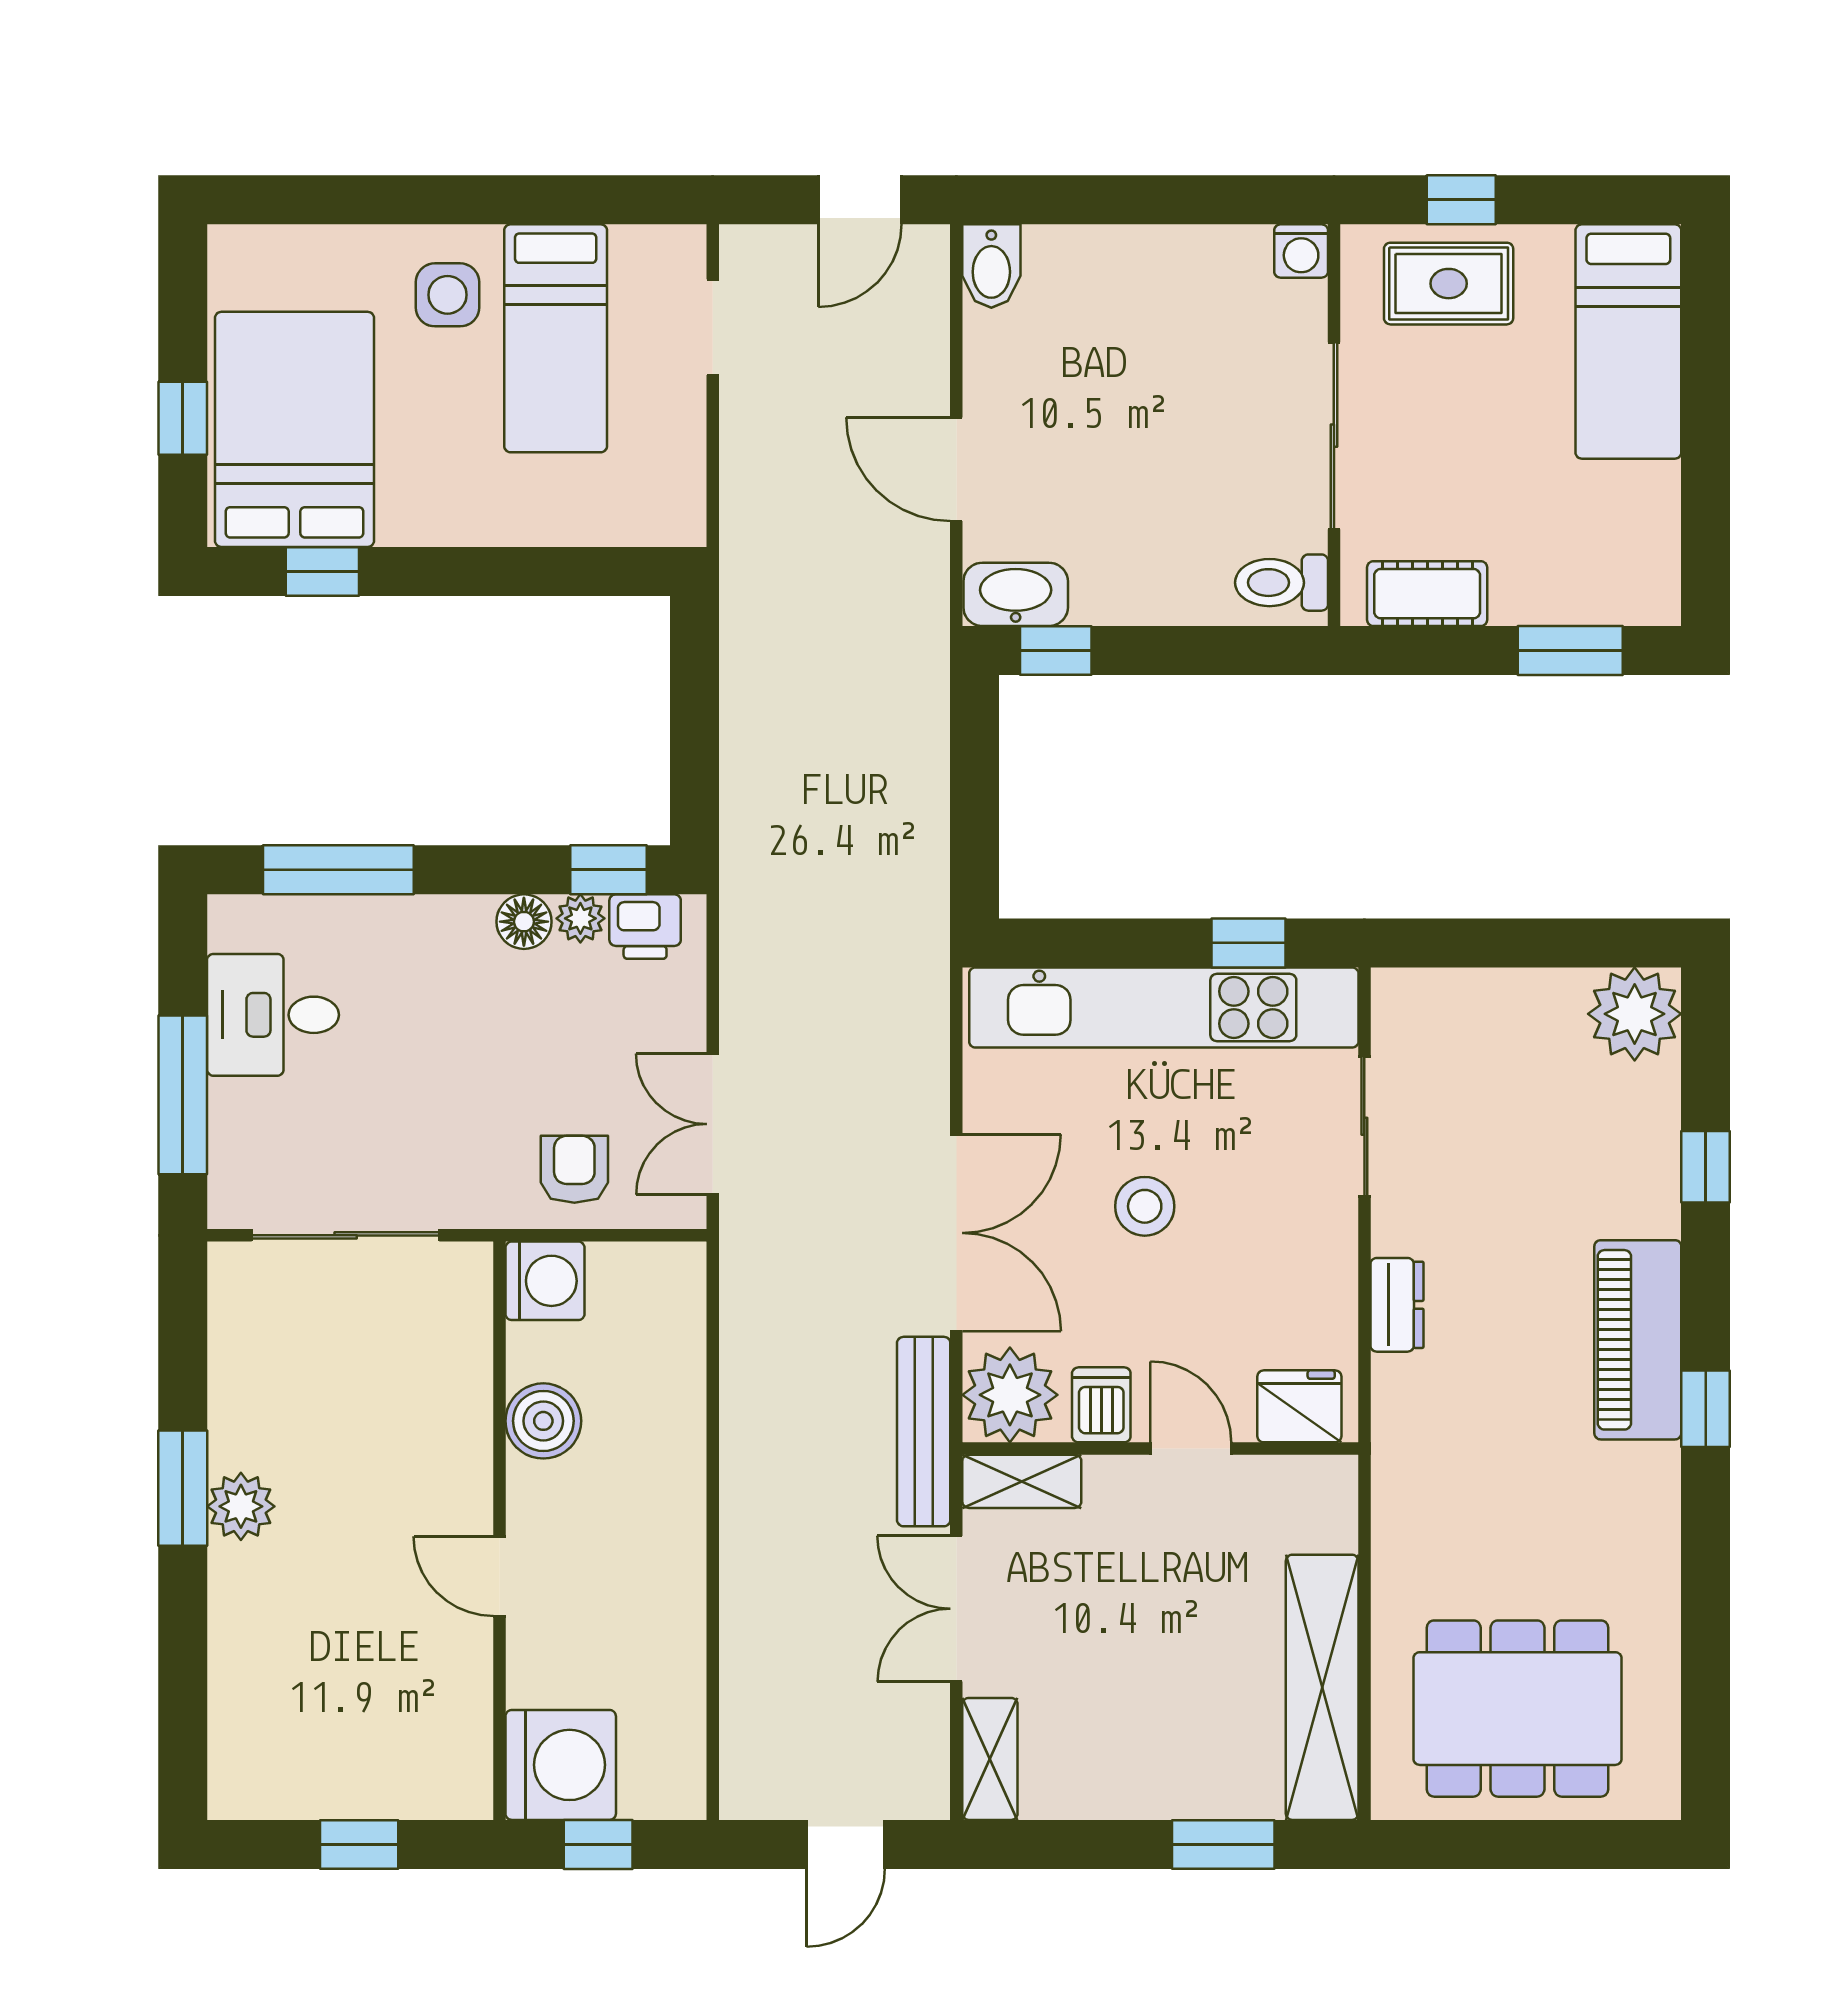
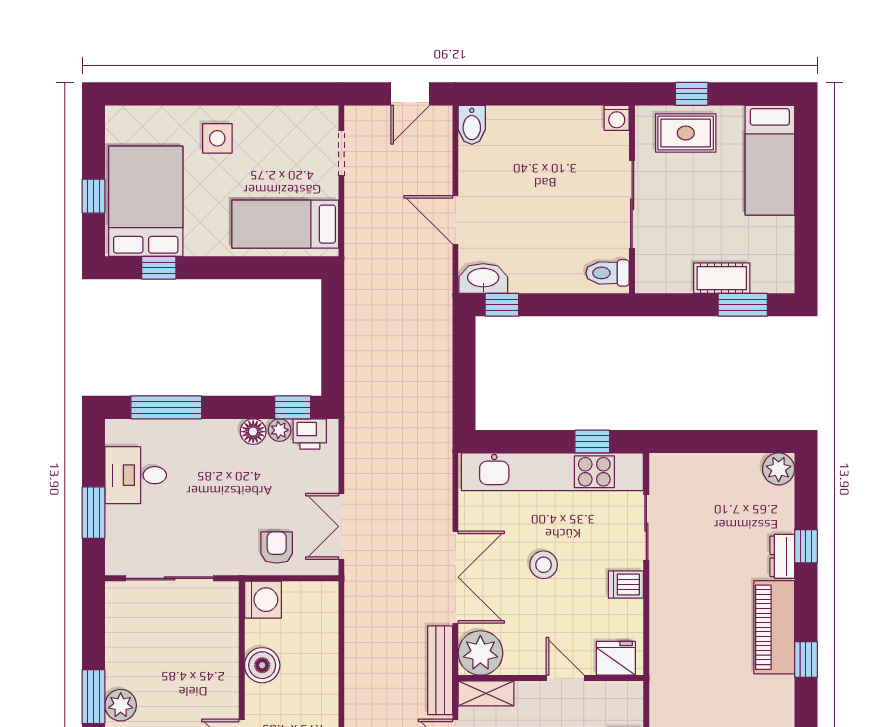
bed: (556, 338) -> (285, 224), moved, turned 90
cot: (1427, 594) -> (722, 278), moved
plant: (1635, 1014) -> (779, 469), width x0.73, depth x0.73
window: (183, 1095) -> (93, 513), width x0.69
dresser: (1397, 1305) -> (782, 556), moved, turned 180
dishwasher: (1101, 1405) -> (626, 584), moved, turned -90

